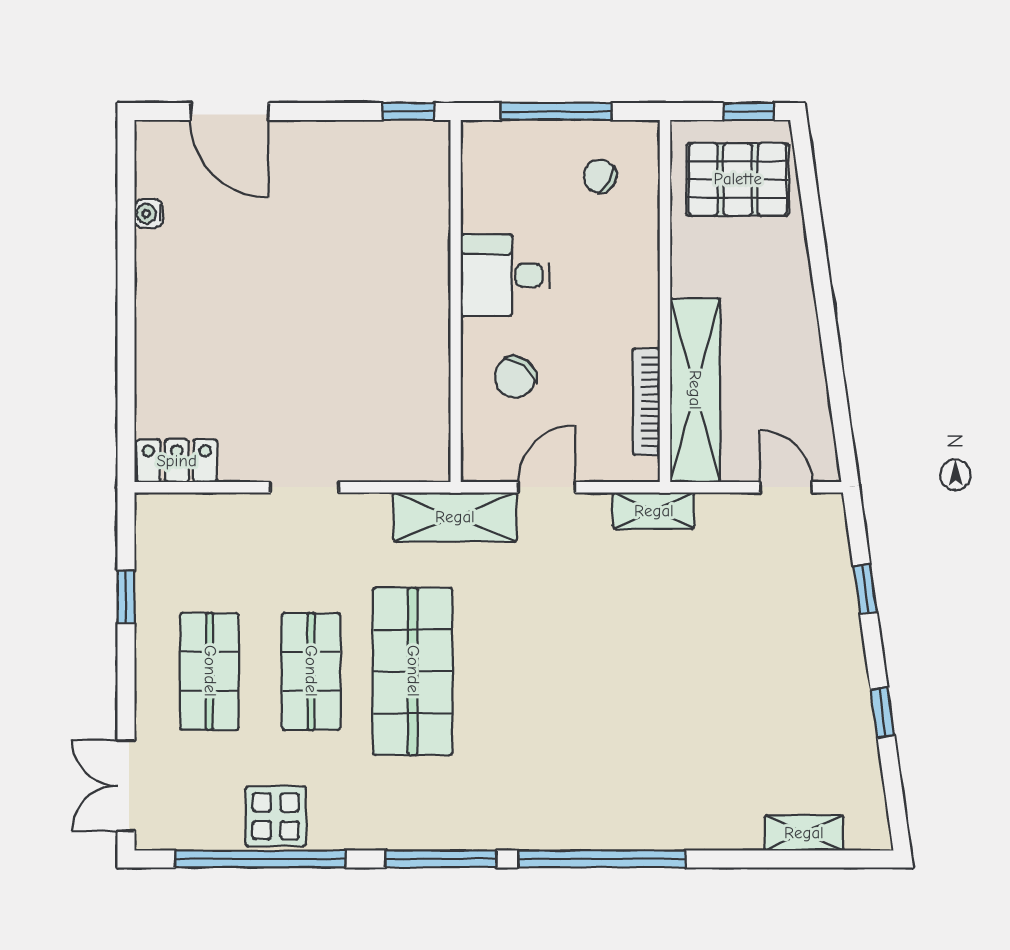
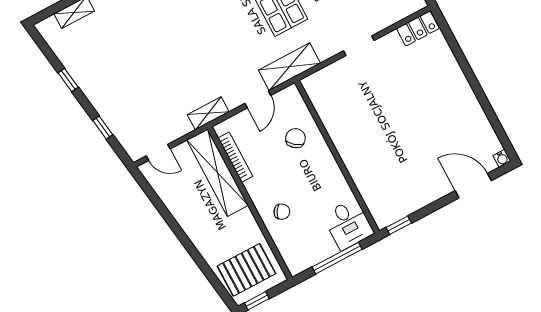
chair: (600, 176) -> (282, 212), moved
water cooler: (149, 214) -> (502, 158), moved, turned 90
desk: (505, 275) -> (348, 224), moved, turned 90

